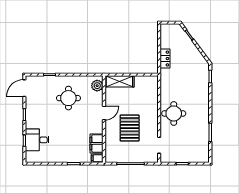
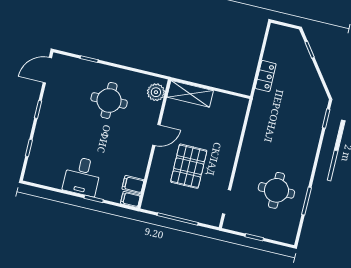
round table: (174, 113) -> (276, 190), moved
desk: (37, 140) -> (82, 176), moved, turned -90
filing cabinet: (97, 143) -> (133, 184), width x0.50

